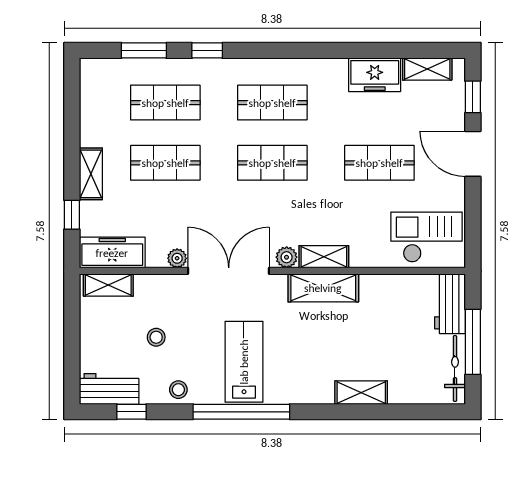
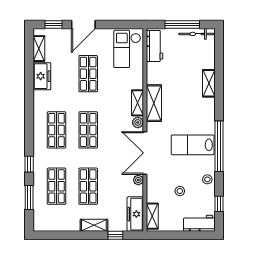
workbench: (450, 304) -> (155, 46), moved, turned -90
workbench: (109, 389) -> (199, 223), moved, turned 90

